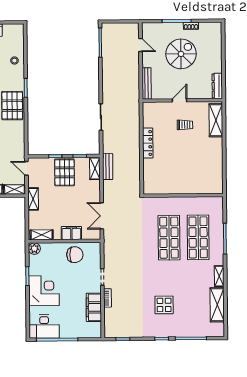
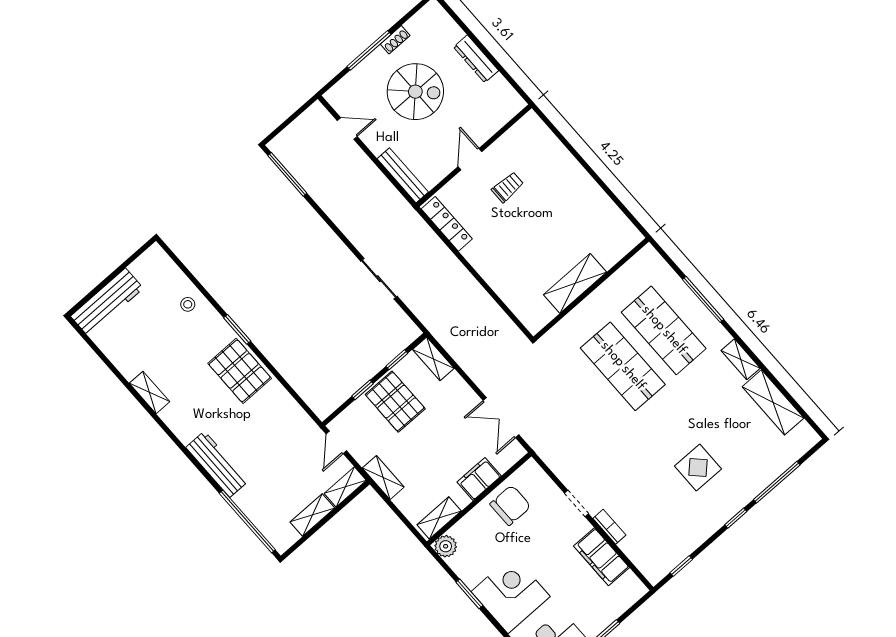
spiral stairs: (181, 54) -> (415, 92), turned 90
dresser: (217, 86) -> (476, 59), moved
shelving: (216, 120) -> (575, 283), moved, turned 90
locker: (148, 143) -> (447, 224), moved
bench: (108, 167) -> (449, 341), removed
door: (26, 168) -> (336, 442), hinge flipped

